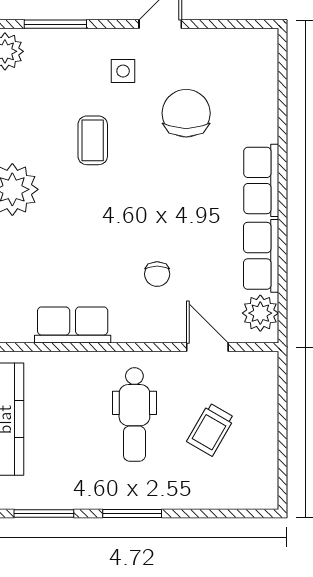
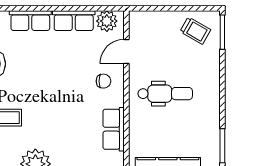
chair: (157, 274) -> (103, 81), moved
trolley: (211, 429) -> (195, 31), moved
window: (132, 514) -> (222, 32), moved

